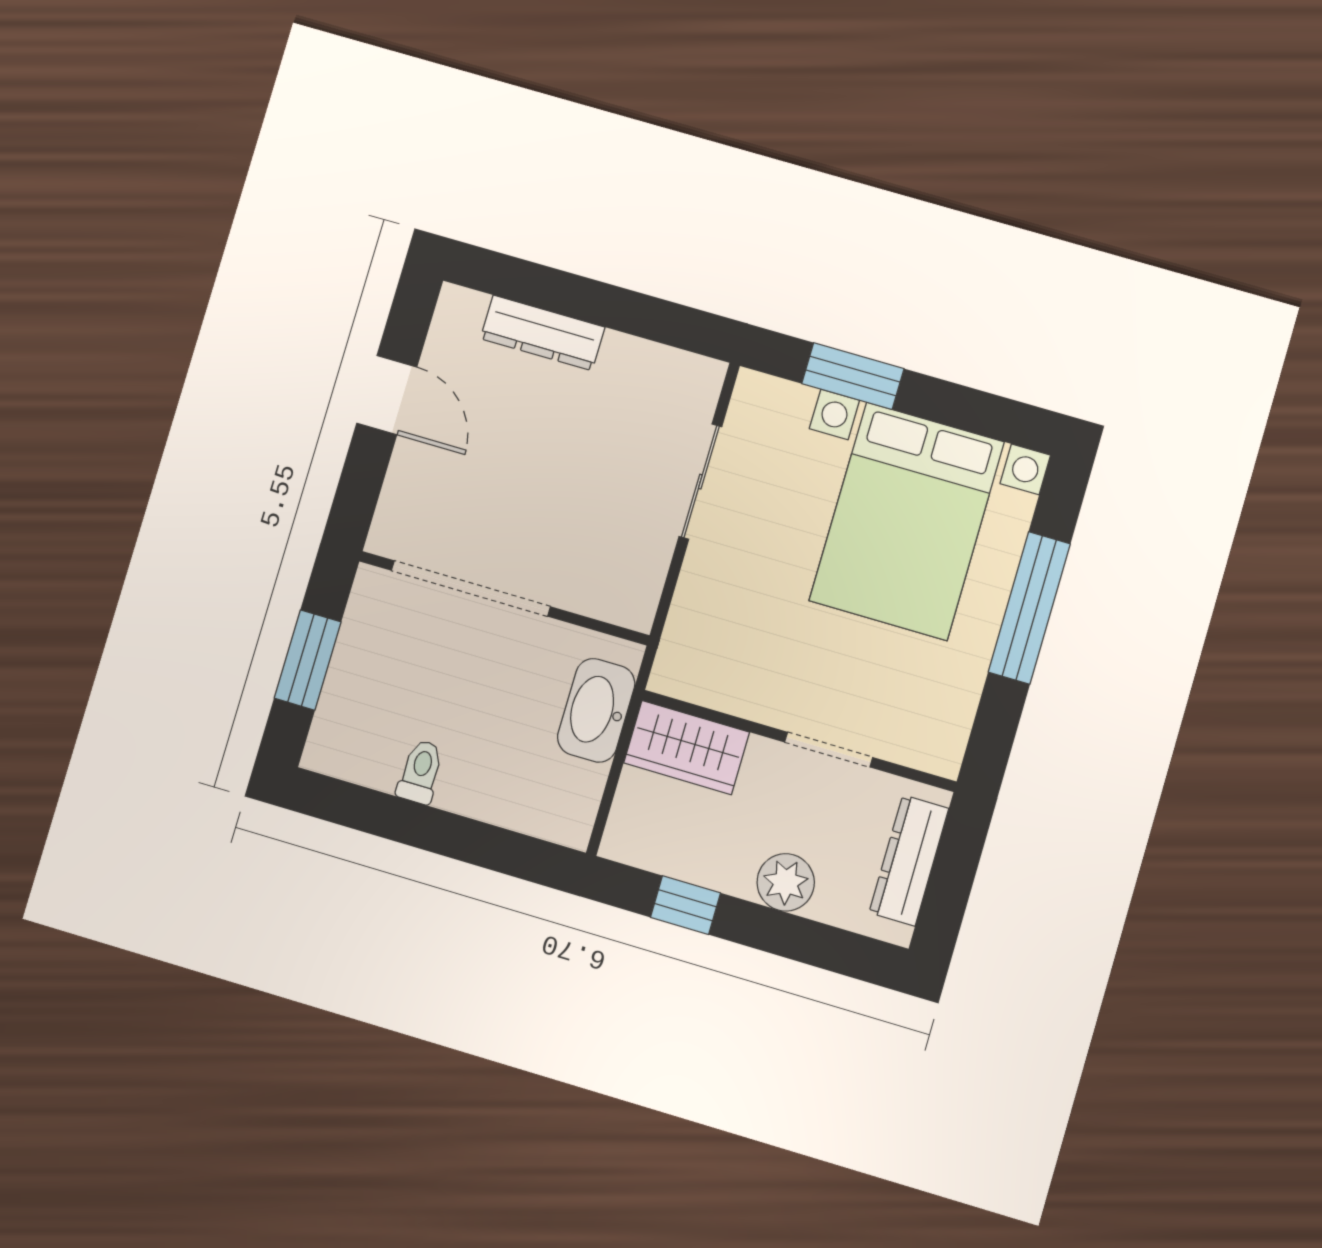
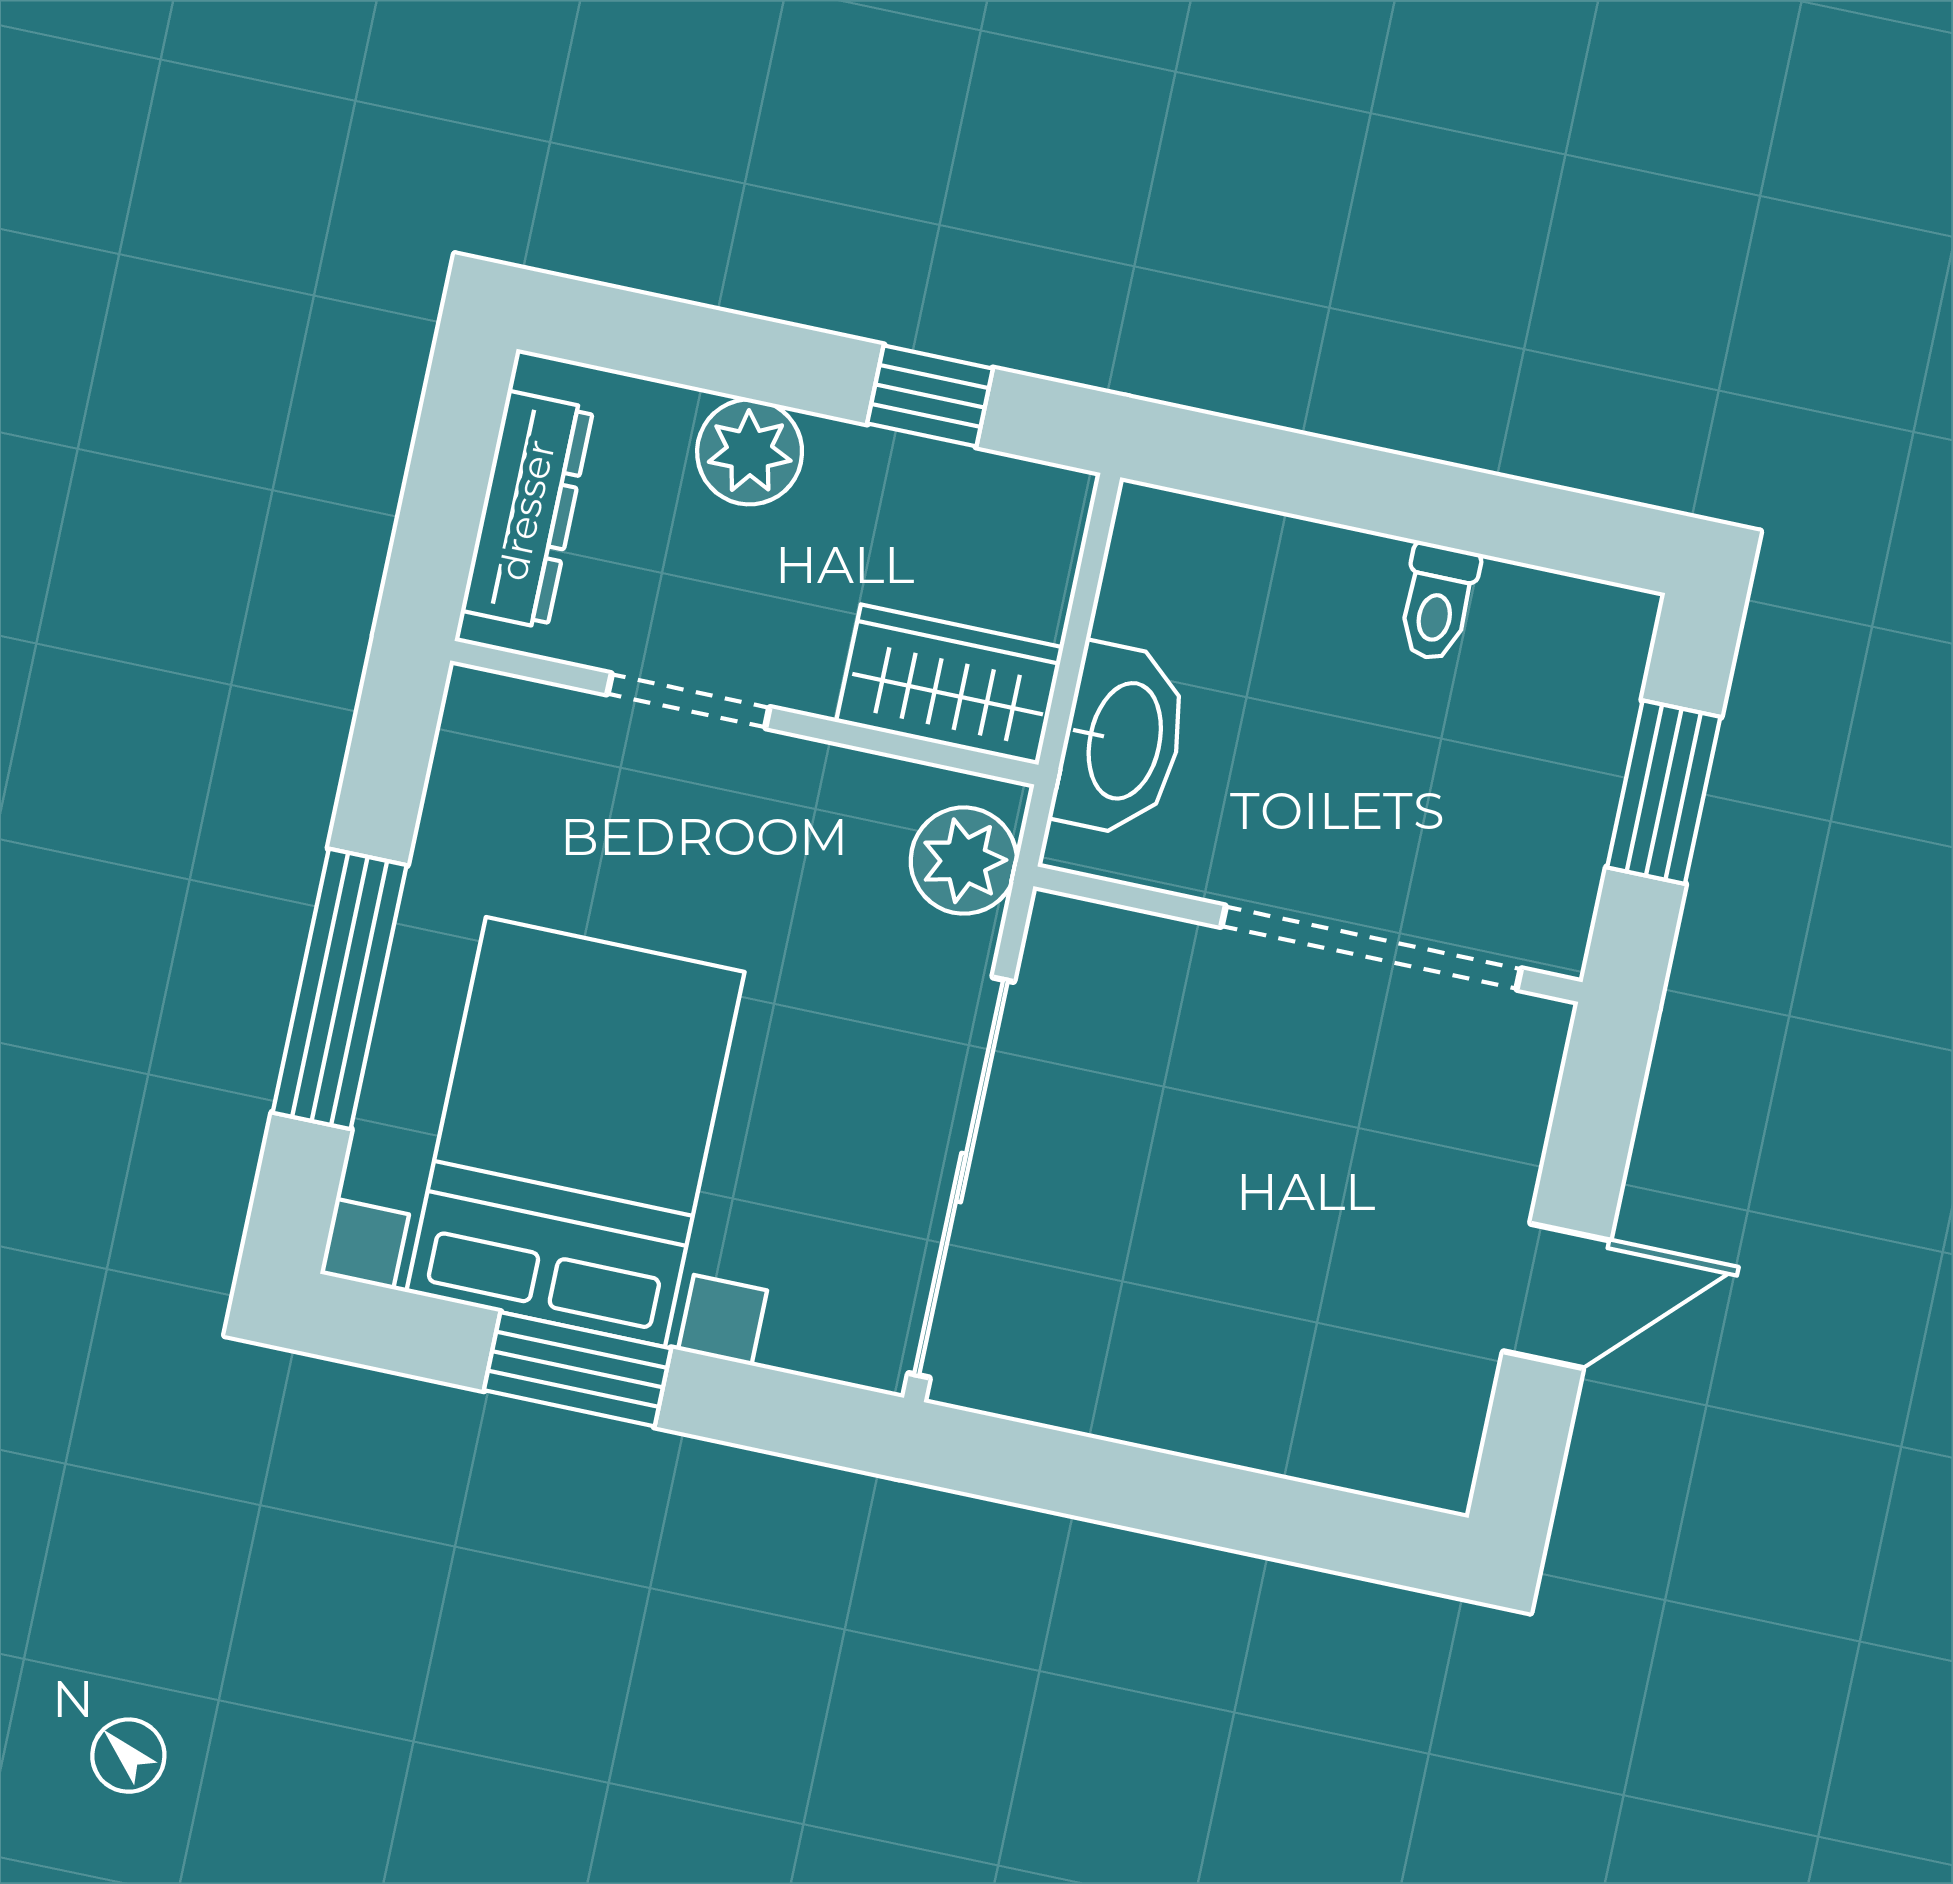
dresser: (543, 333) -> (1275, 1433), removed
window: (853, 376) -> (578, 1369), moved
door: (387, 395) -> (1557, 1296), swing flipped
sliding door: (700, 482) -> (961, 1178), width x1.86
plant: (686, 652) -> (964, 861), added

